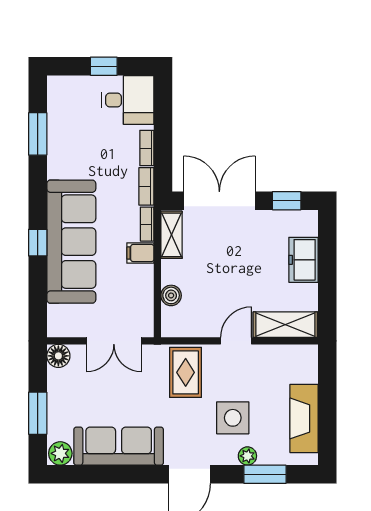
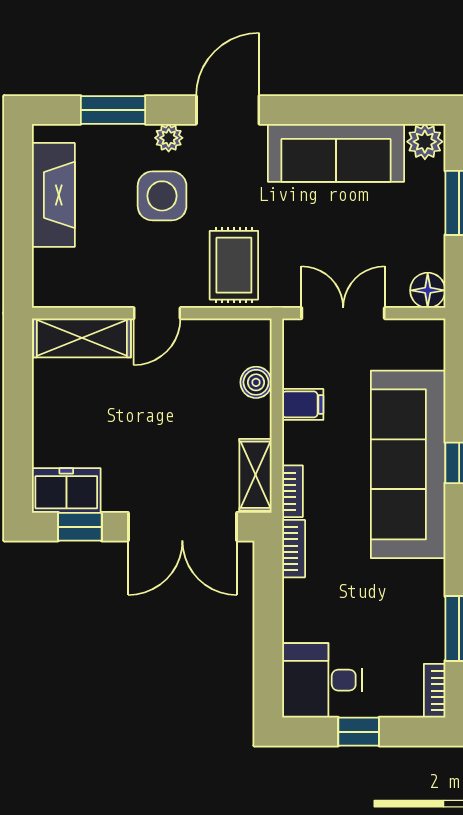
bookcase: (147, 148) -> (435, 691), moved, turned 180
filing cabinet: (140, 253) -> (303, 404), moved
freezer: (303, 260) -> (66, 491), moved, turned -90
plant: (247, 456) -> (169, 138), moved

